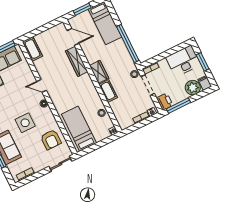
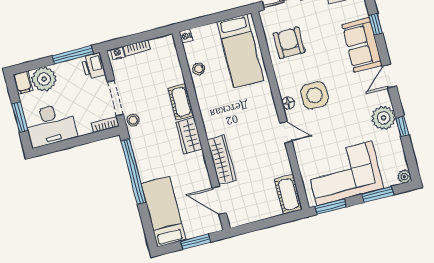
side table: (25, 123) -> (314, 95), moved

